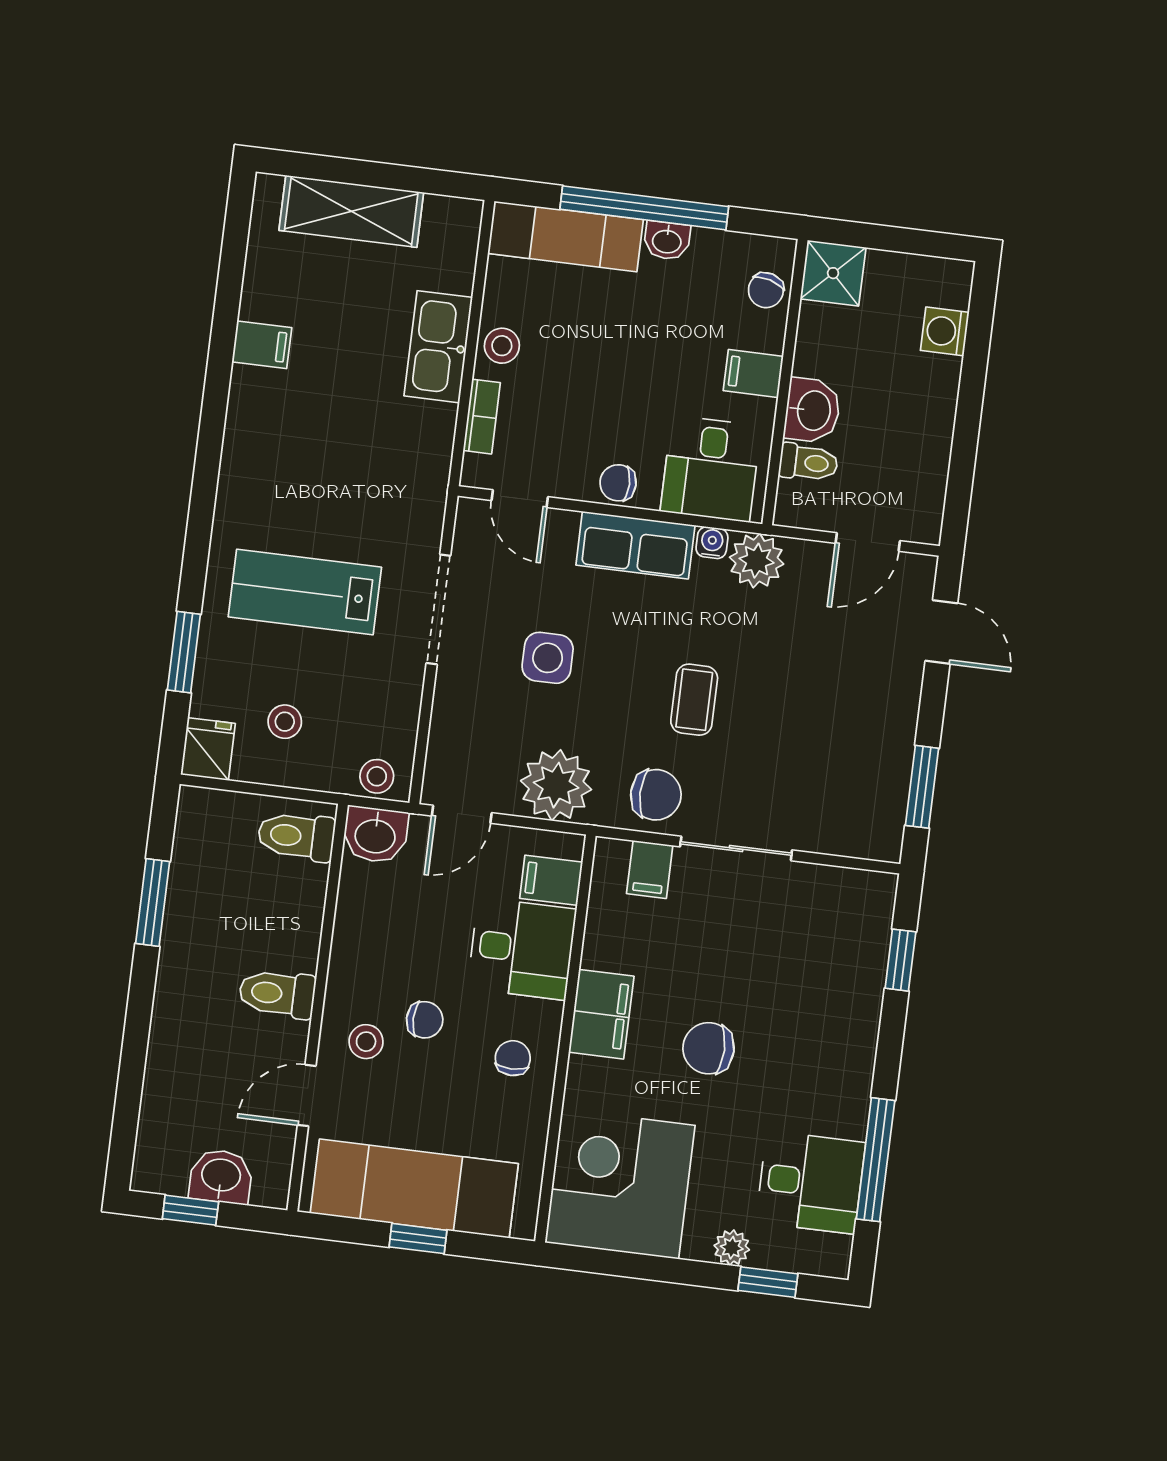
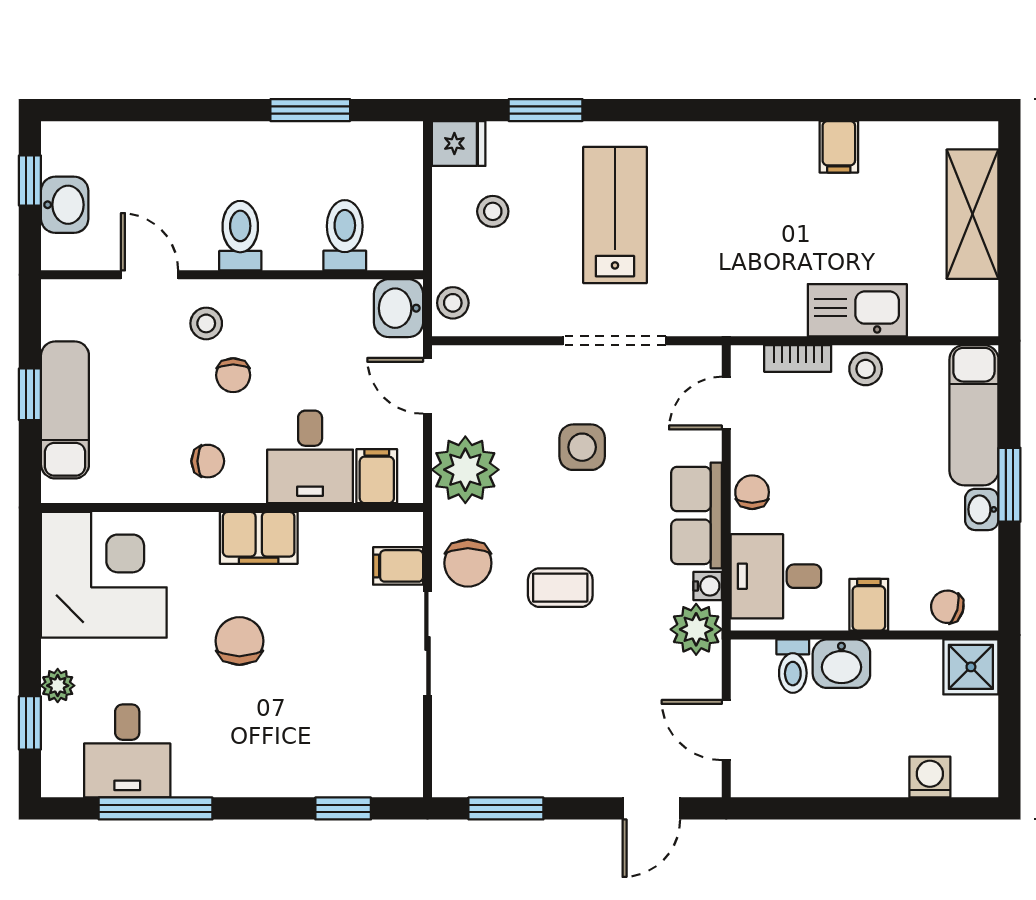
window: (644, 208) -> (1009, 485), width x0.47
toilet: (296, 836) -> (345, 235), moved
exam couch: (414, 1188) -> (65, 410), width x0.73, depth x0.69

